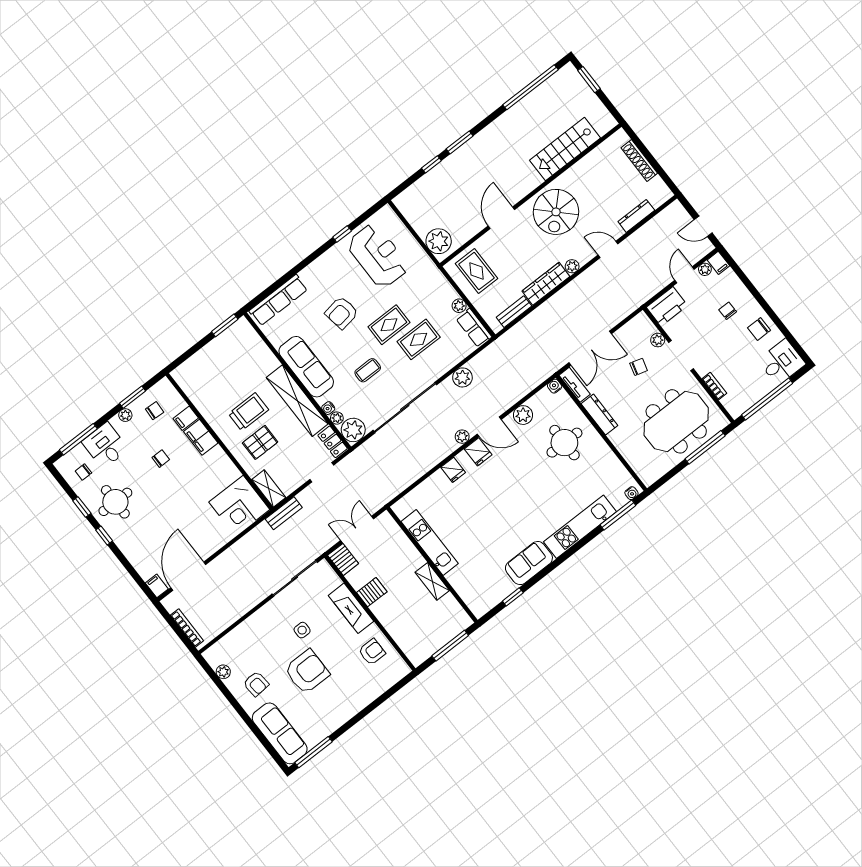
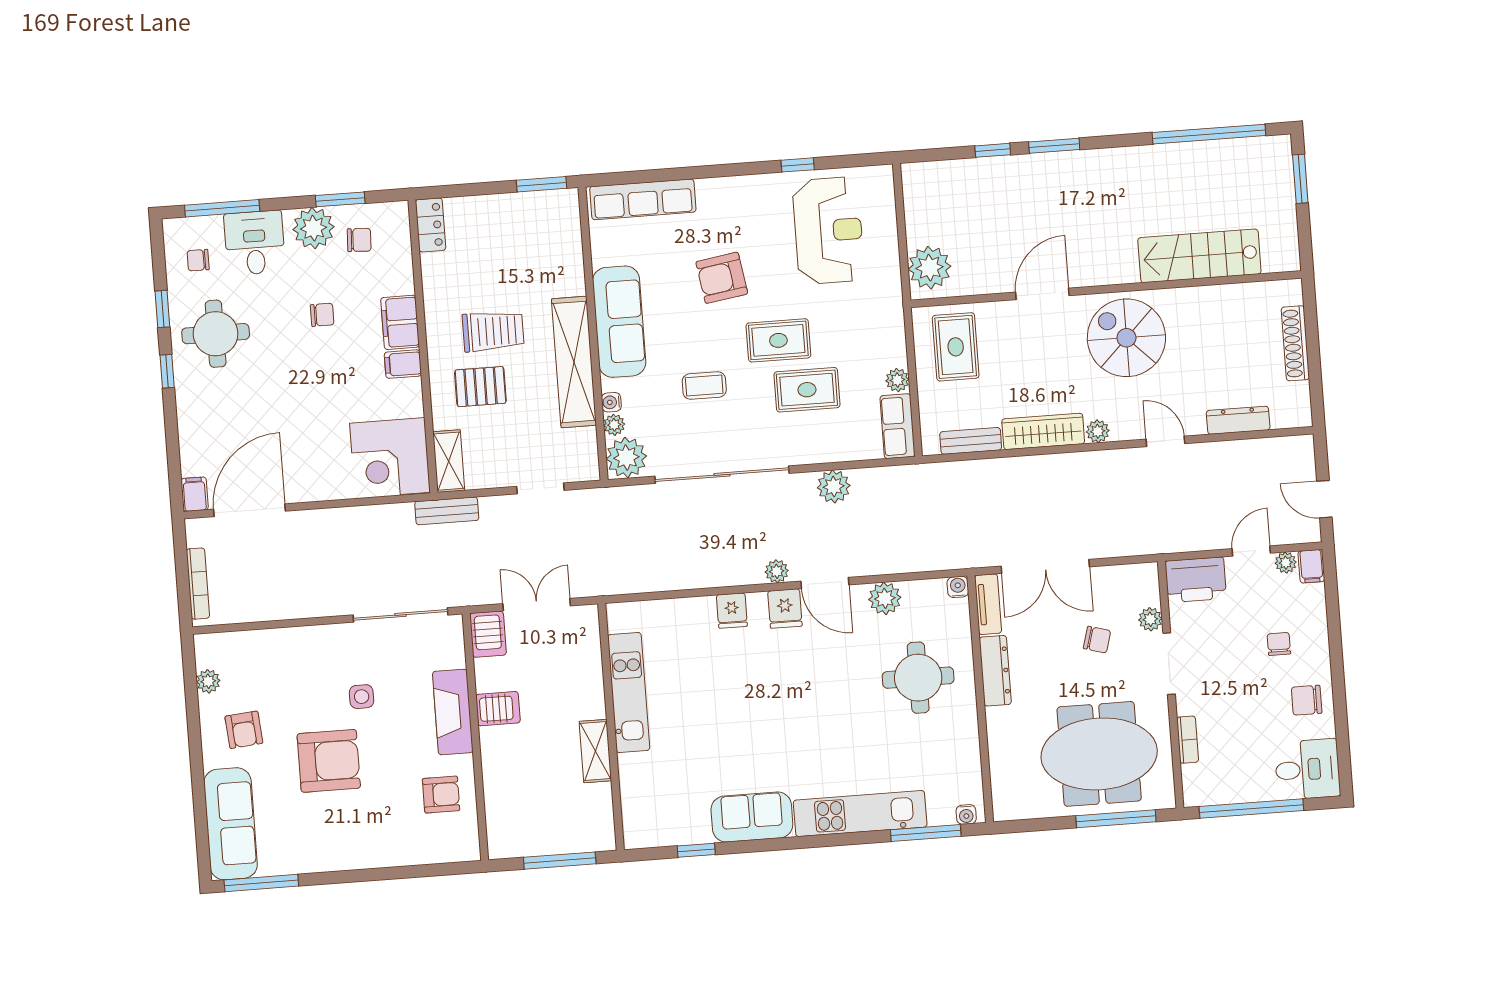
spiral stairs: (556, 212) -> (1126, 338), turned 90
plant: (125, 415) -> (313, 228), width x1.87, depth x1.87
filing cabinet: (186, 418) -> (403, 364), moved
locker: (333, 442) -> (431, 225), moved, turned 180

